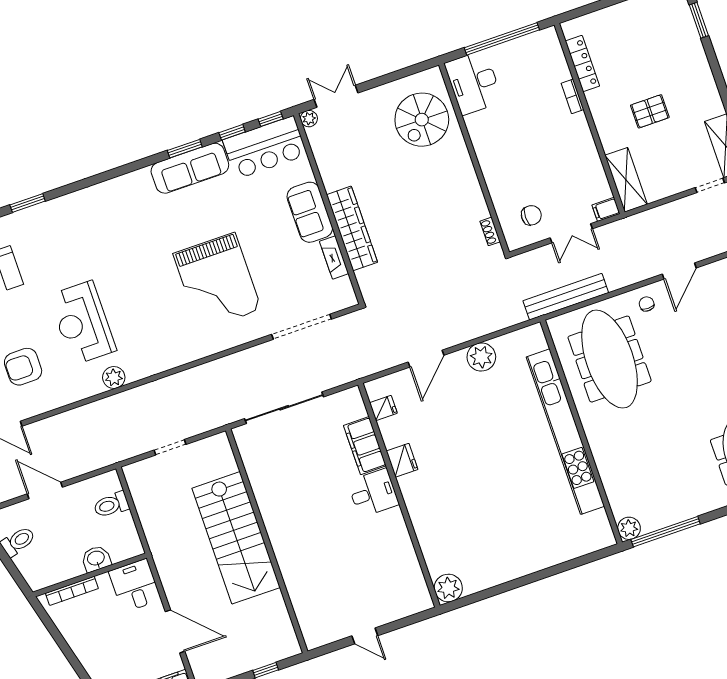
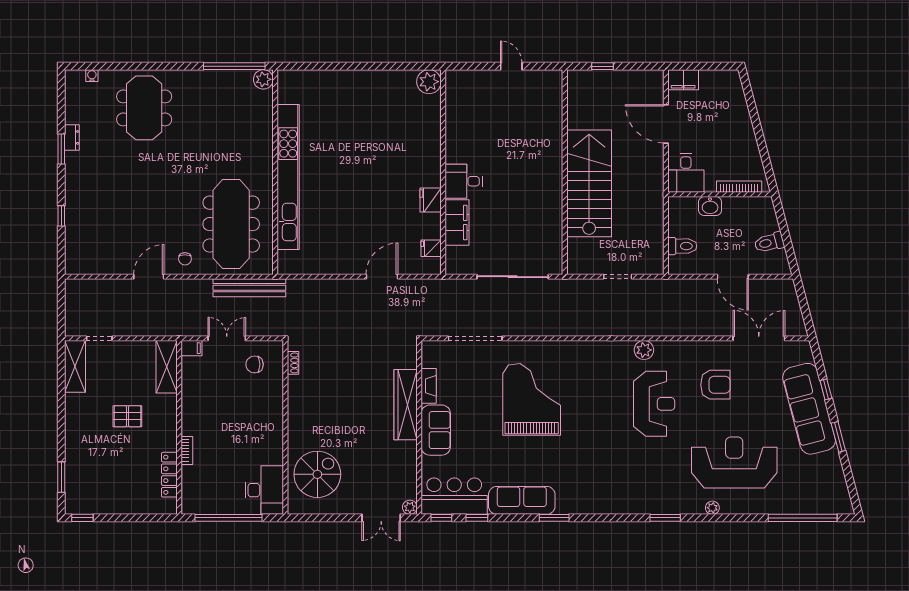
window: (185, 149) -> (554, 518), moved
plant: (481, 357) -> (336, 262), removed

